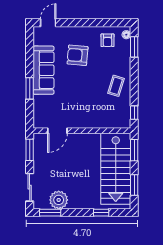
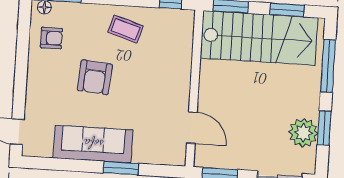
armchair: (78, 55) -> (95, 77), moved
window: (50, 213) -> (324, 128), moved
window: (101, 213) -> (328, 66), width x2.17

